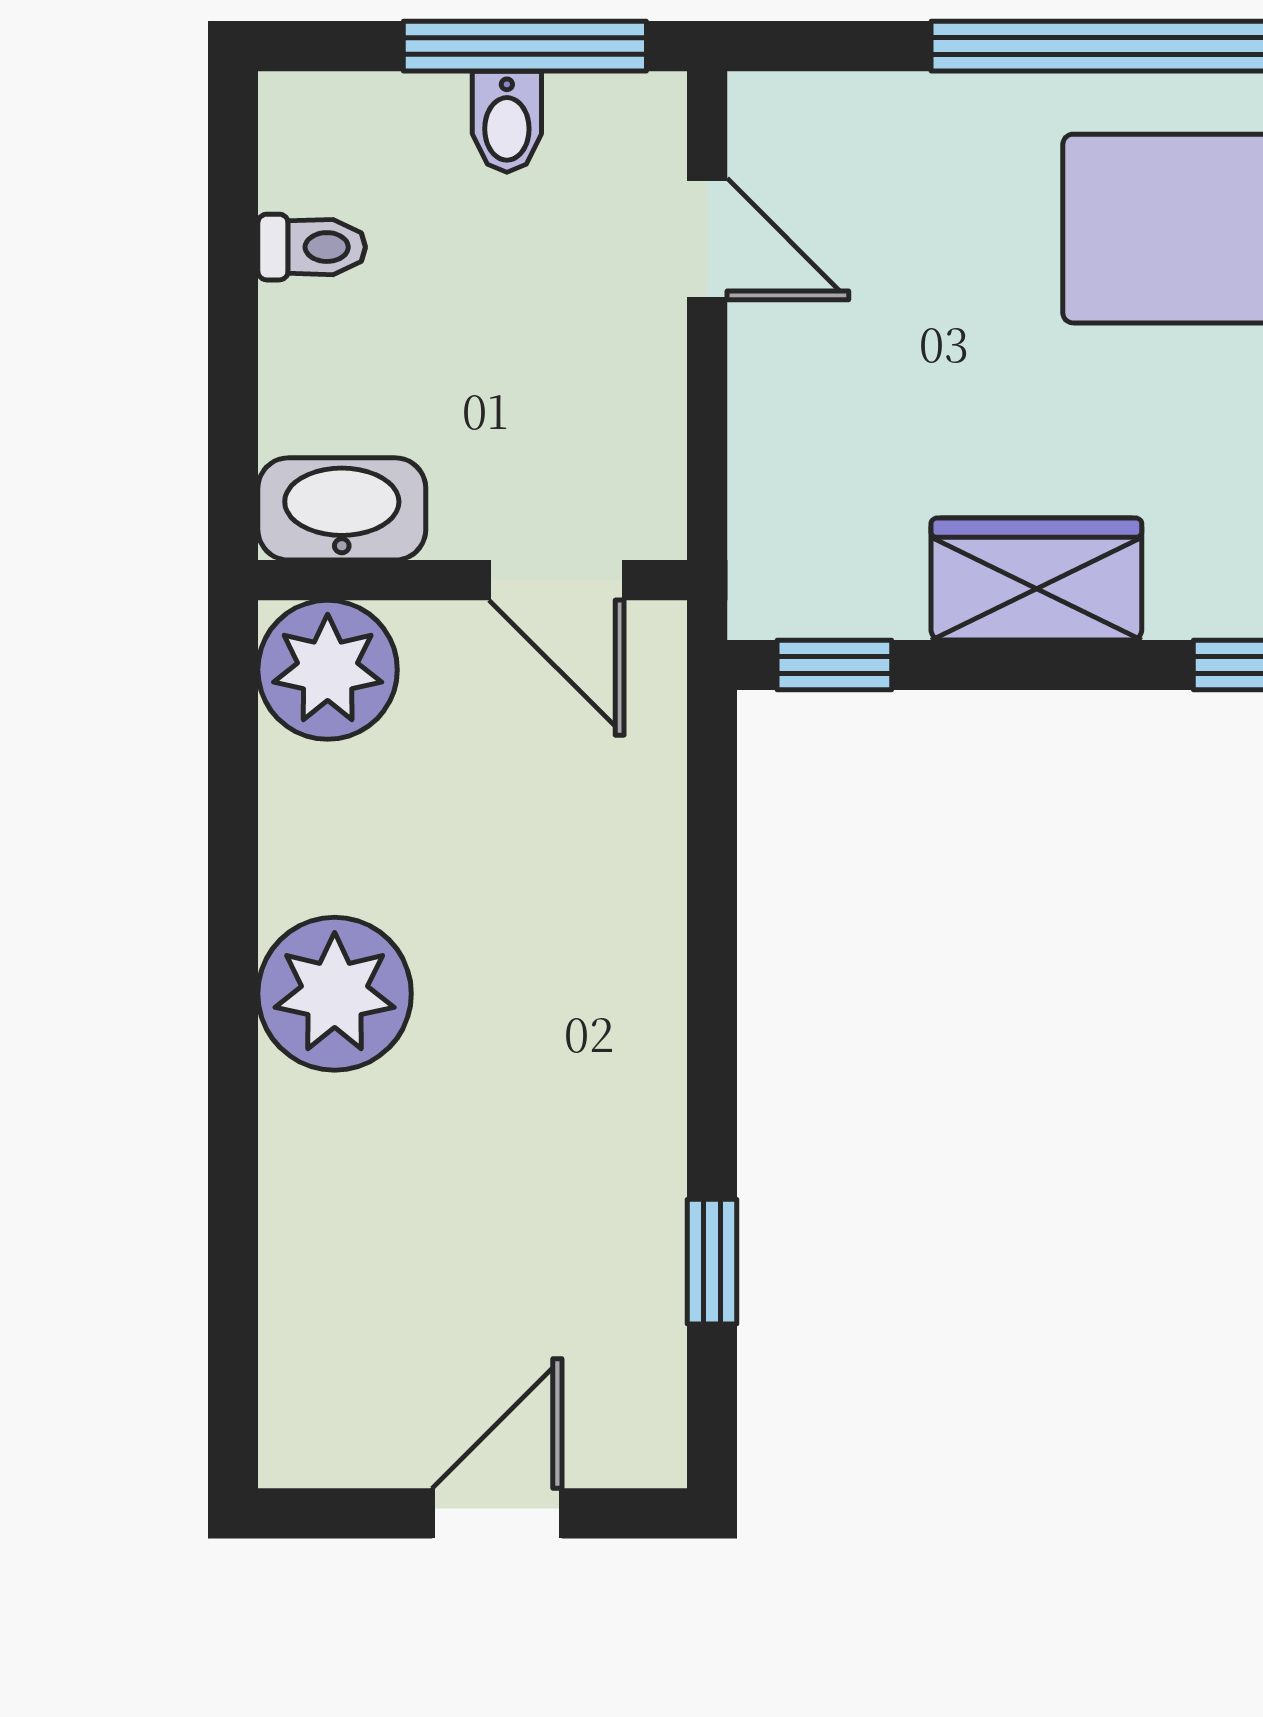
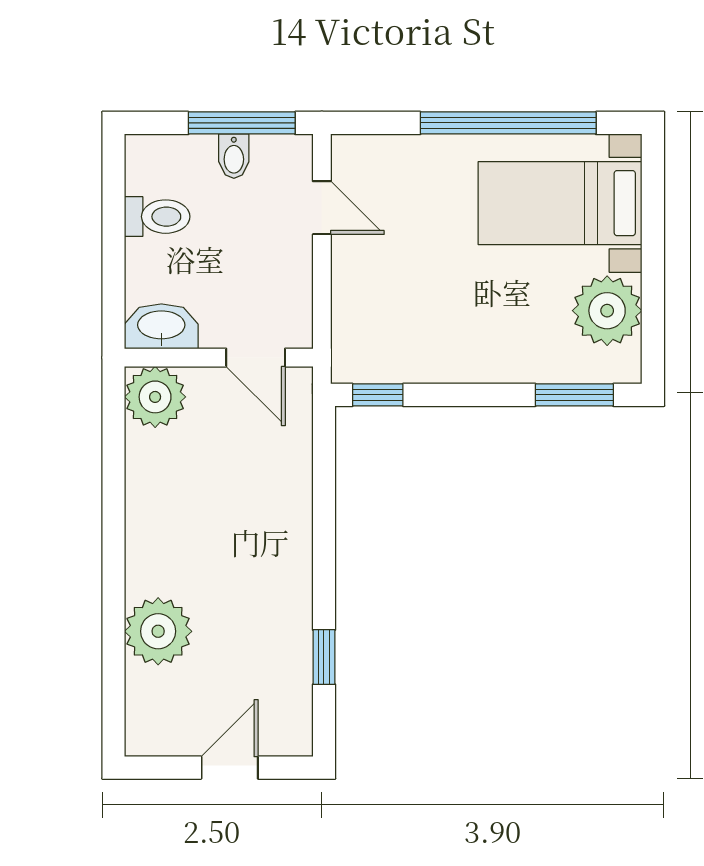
toilet: (312, 247) -> (157, 217), width x1.37, depth x1.39
wardrobe: (1036, 579) -> (467, 357), removed
plant: (335, 994) -> (158, 631), moved

